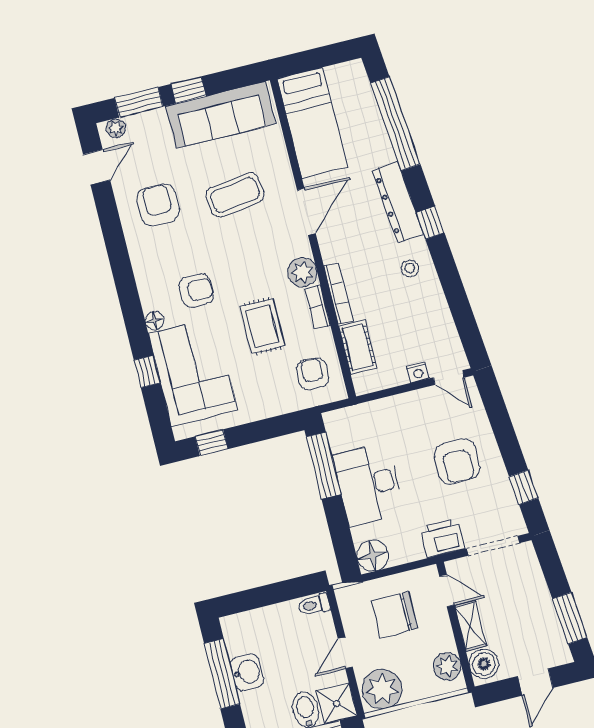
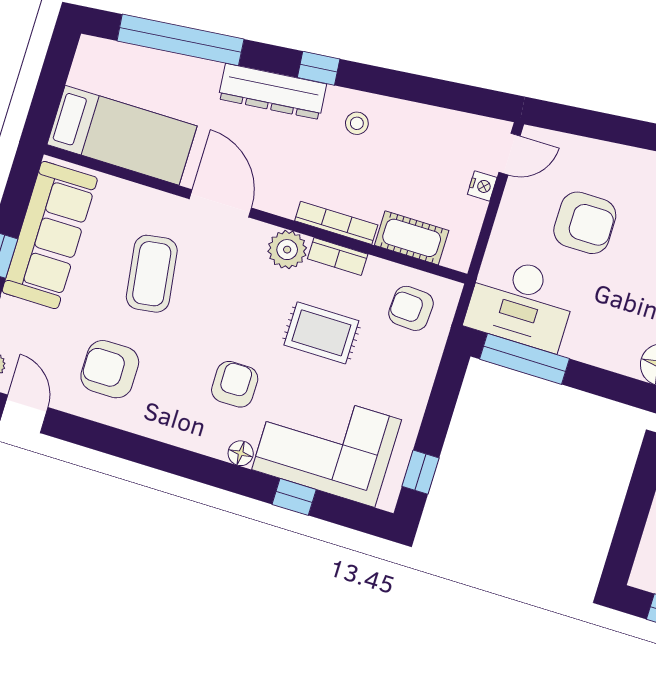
armchair: (457, 461) -> (585, 223), moved
desk: (369, 484) -> (521, 303), moved

